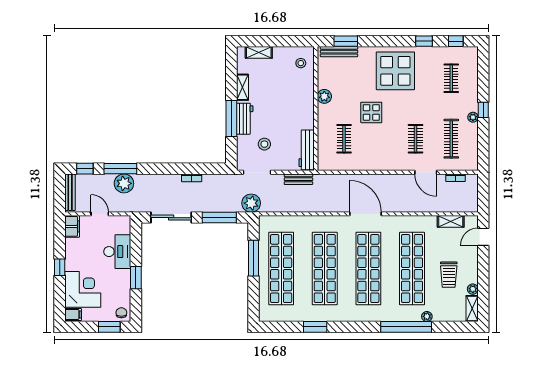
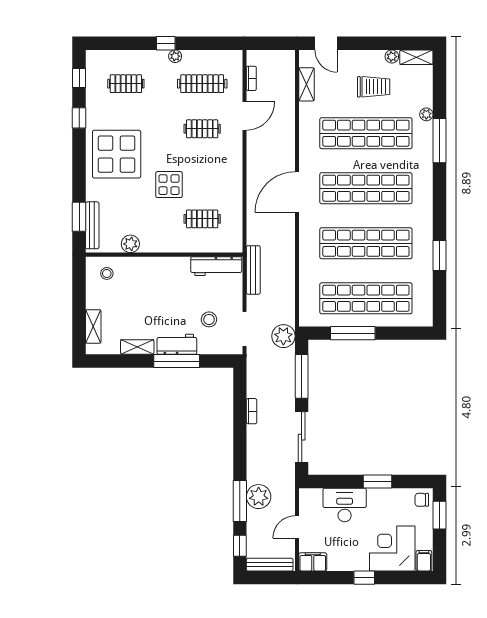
plant: (324, 96) -> (130, 244), moved
bench: (298, 179) -> (253, 270), width x1.36
window: (406, 327) -> (439, 141), width x0.68

